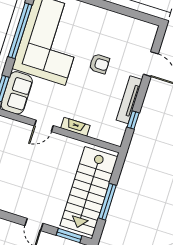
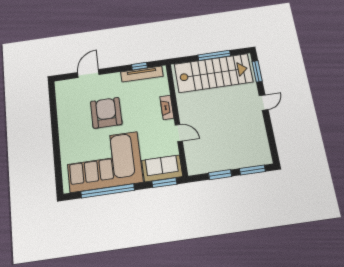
armchair: (99, 64) -> (106, 113), width x1.88, depth x1.88
tv unit: (129, 100) -> (142, 74), moved

